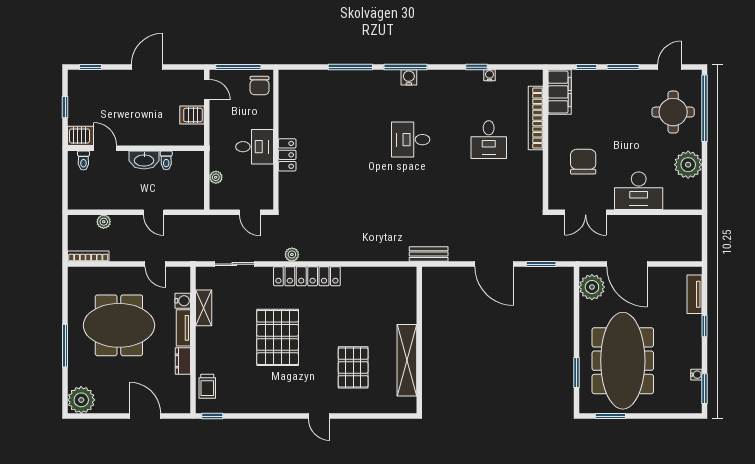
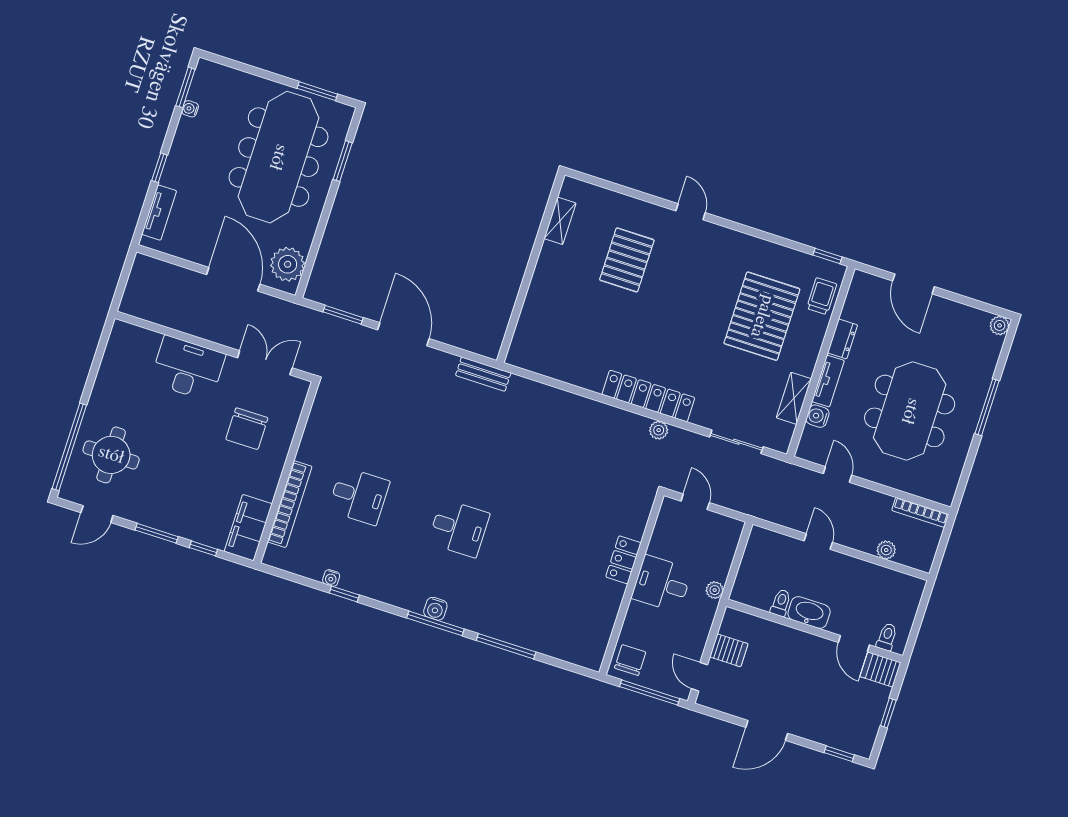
desk: (489, 140) -> (359, 496), turned 90
plant: (688, 165) -> (114, 381), removed
plant: (216, 177) -> (715, 590), moved
meeting table: (119, 325) -> (910, 411), turned 90
pallet: (278, 337) -> (762, 316), moved
shelving: (407, 360) -> (560, 221), width x0.45, depth x0.75
plant: (81, 400) -> (1000, 325), width x0.53, depth x0.53

